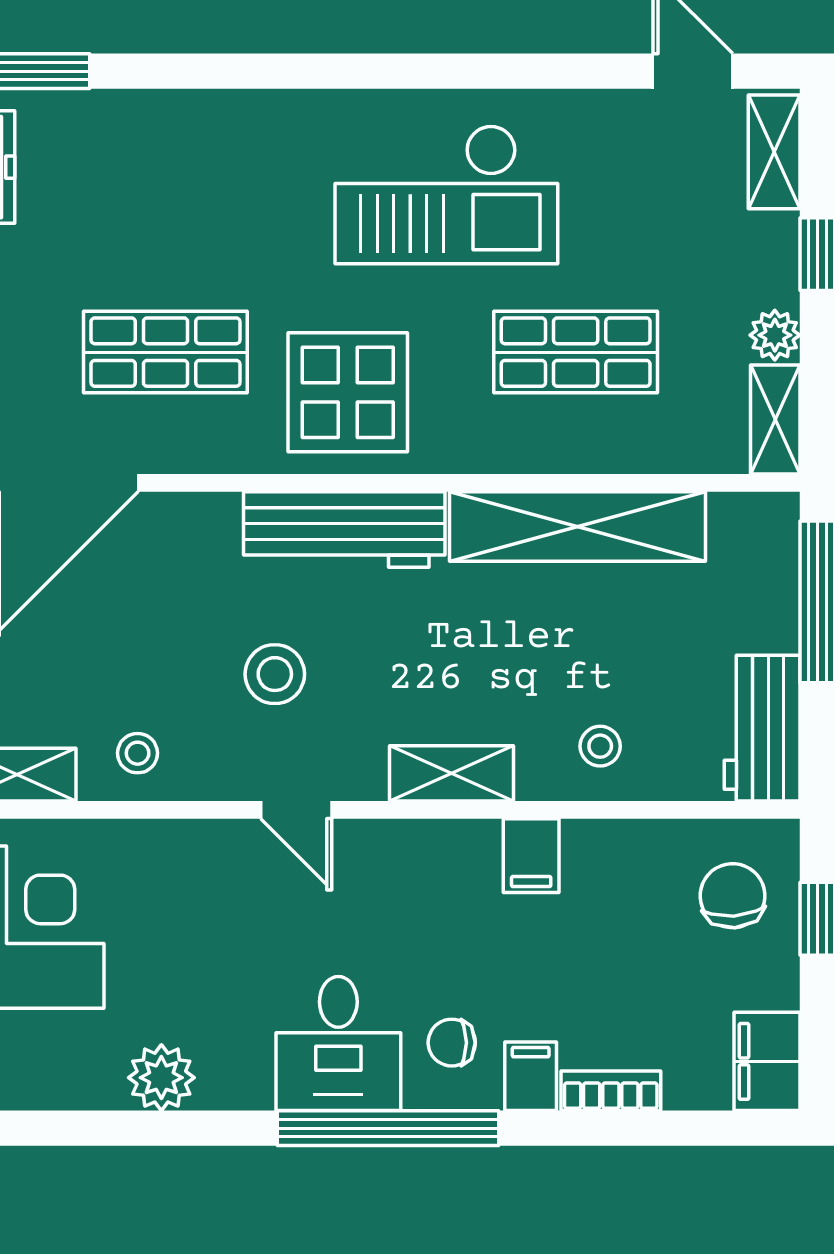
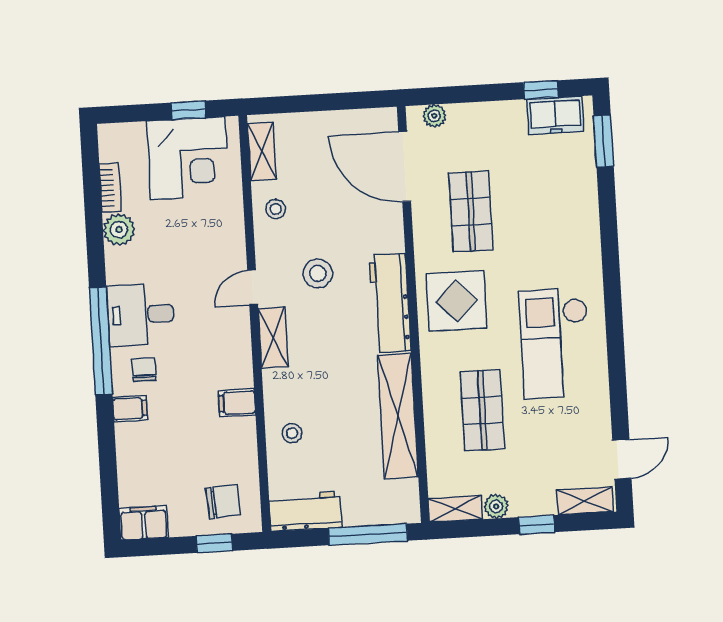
shelving: (452, 773) -> (273, 338), moved
bookcase: (611, 1091) -> (110, 188), moved

